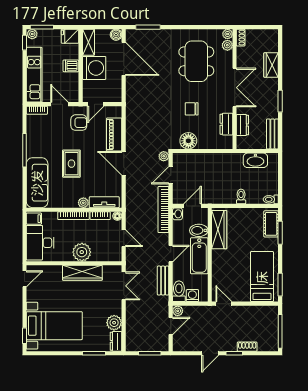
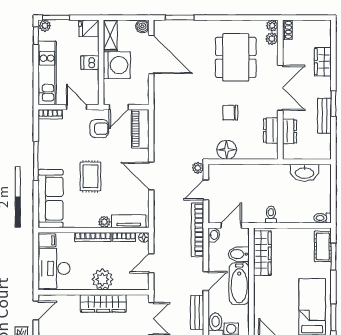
piano: (114, 134) -> (140, 129), moved
bench: (272, 134) -> (324, 116), moved
toilet: (241, 196) -> (271, 215), moved
door: (124, 238) -> (151, 263), swing flipped

